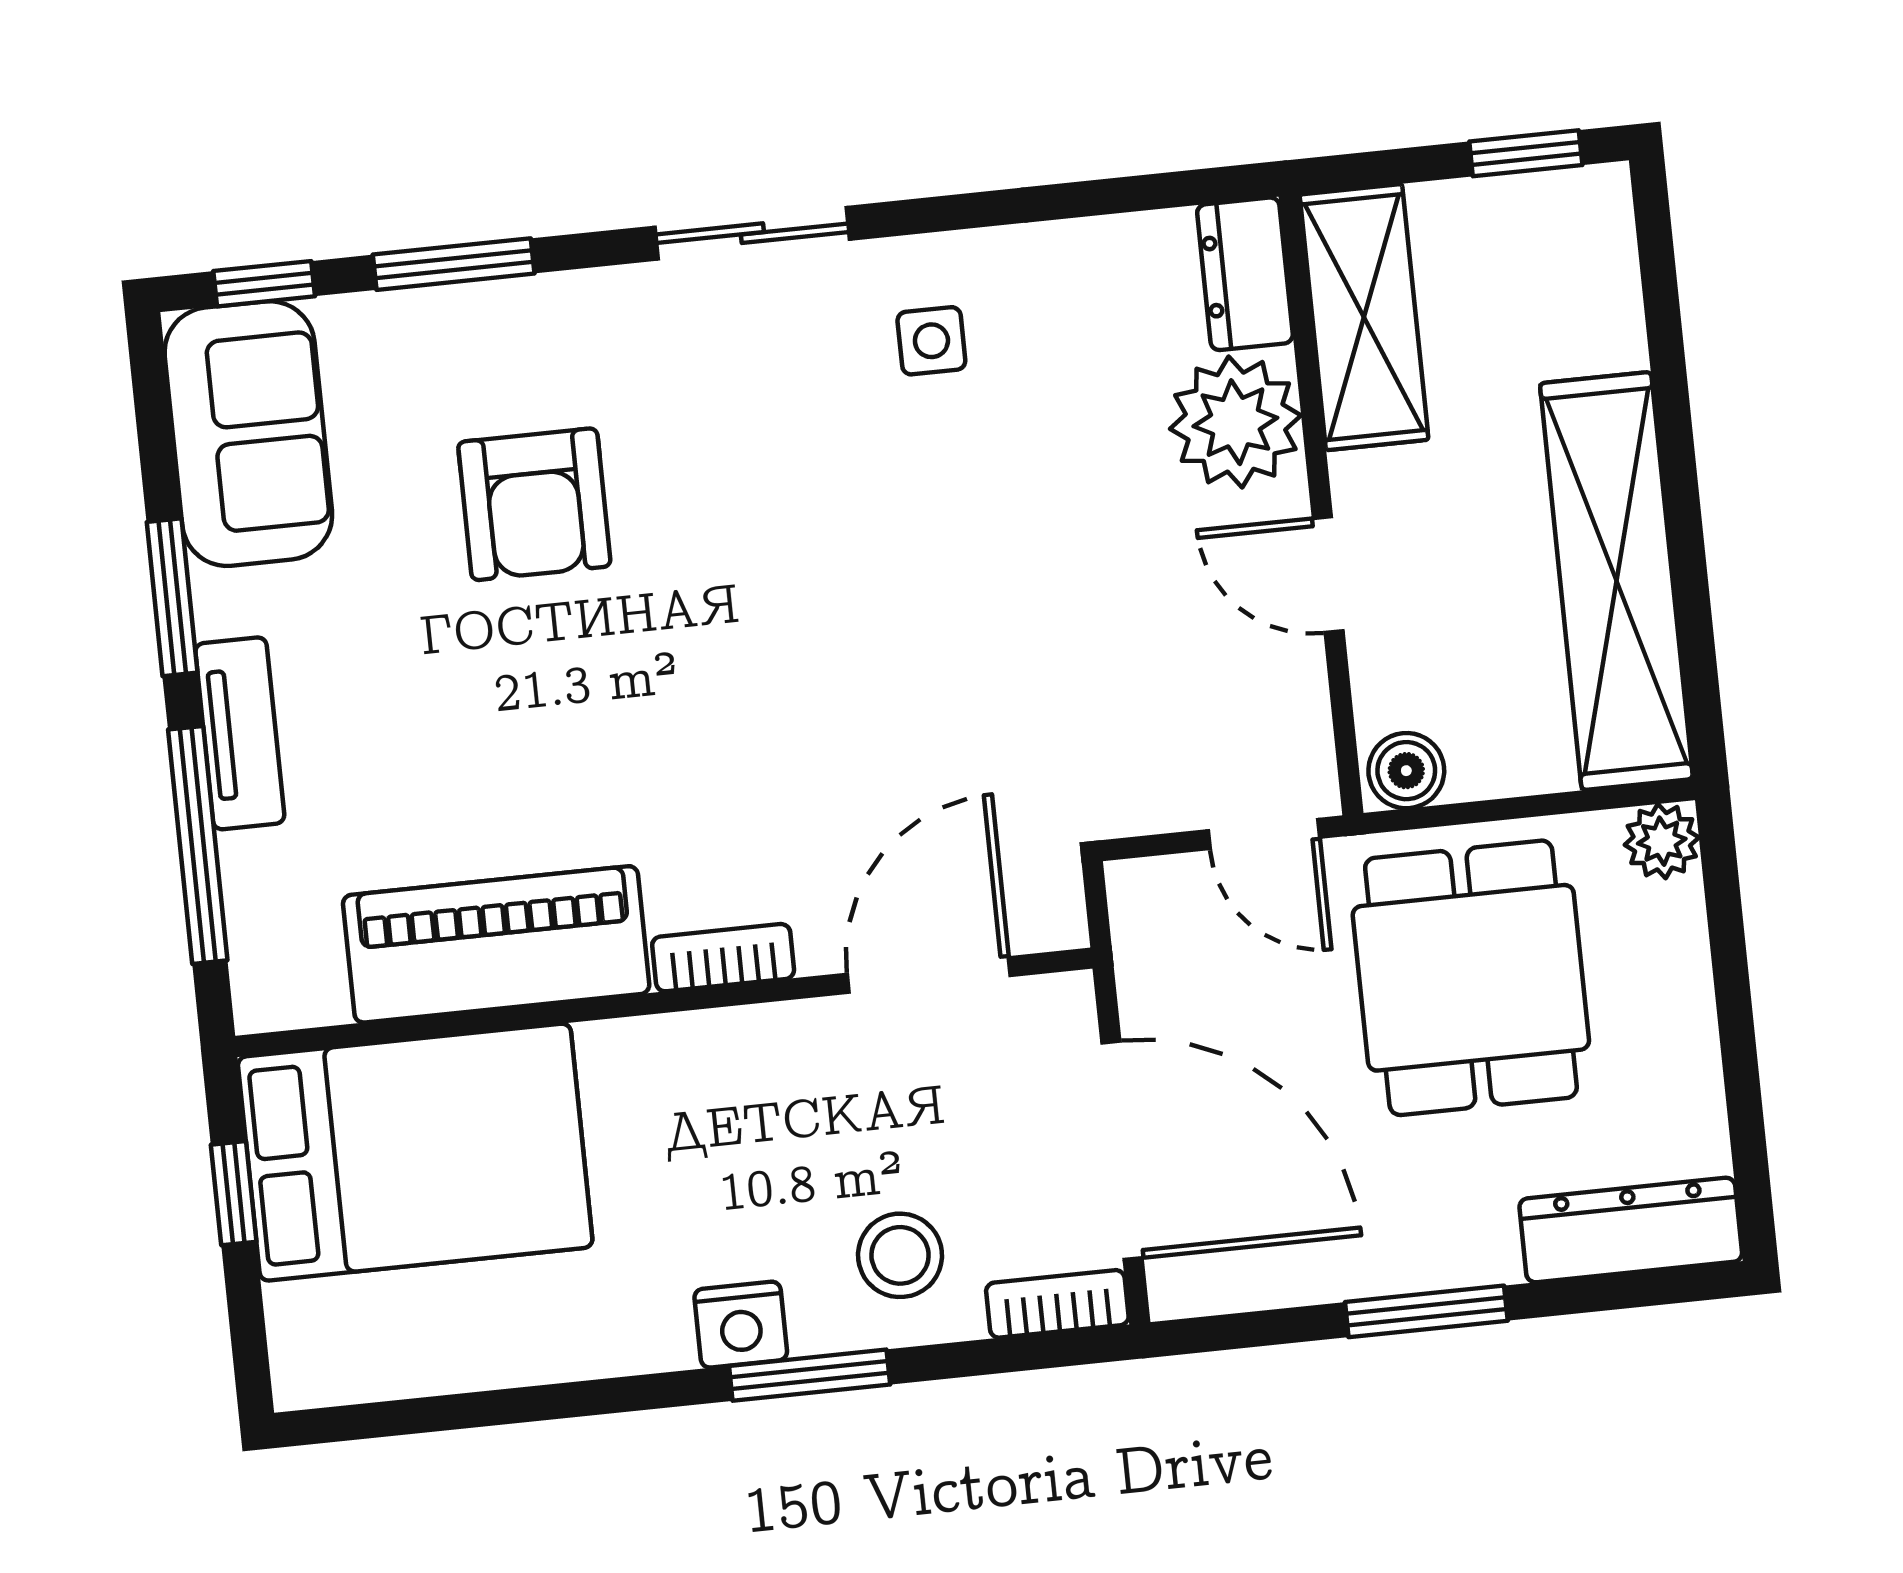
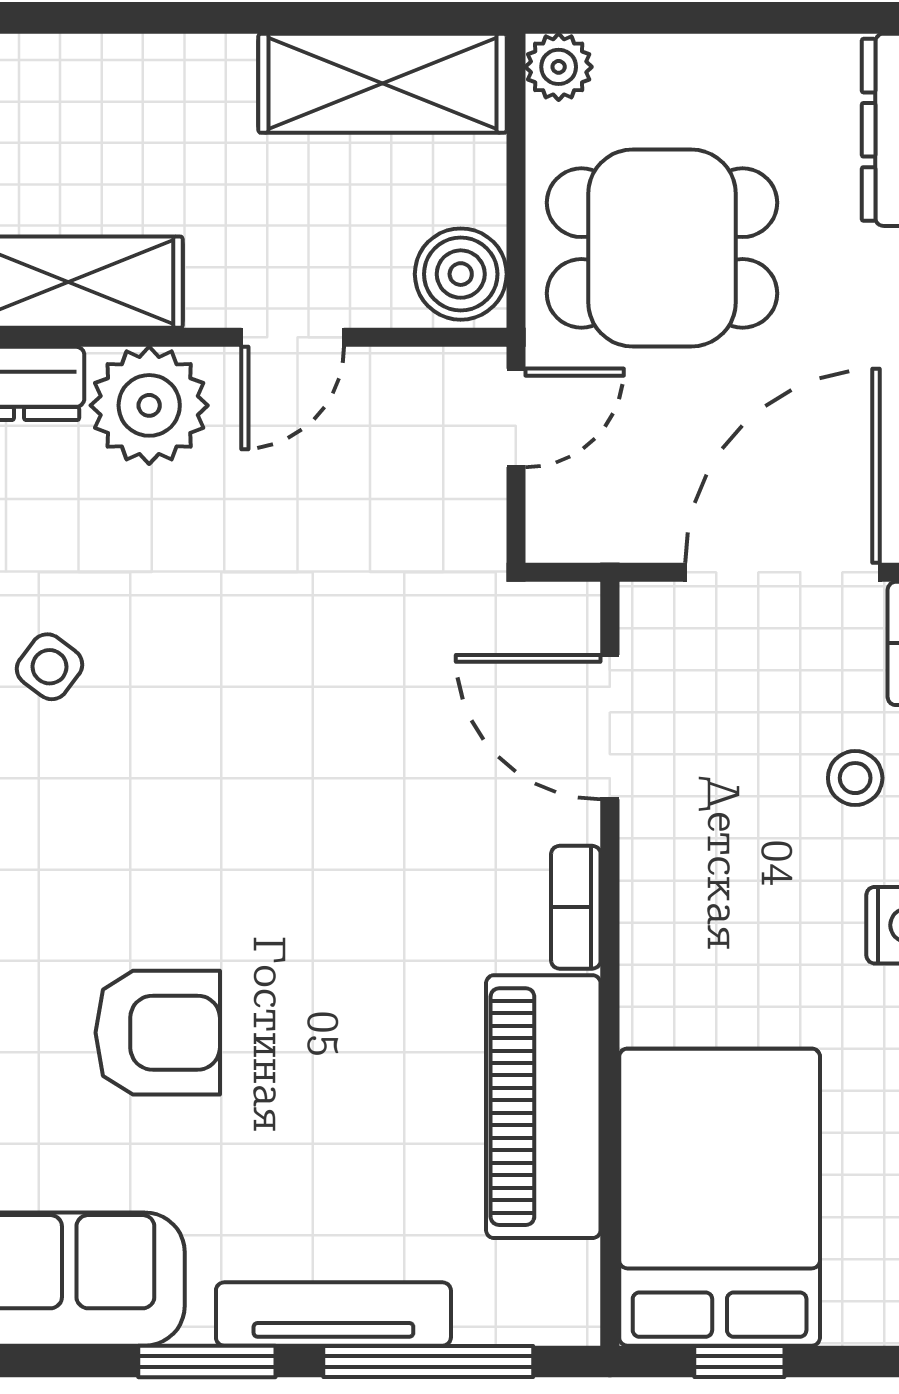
side table: (931, 341) -> (50, 667), turned 37
shelving: (1616, 581) -> (382, 83), width x0.68
tv unit: (240, 733) -> (333, 1314), width x1.41
boiler: (1406, 771) -> (461, 274), width x1.36, depth x1.36
stool: (900, 1255) -> (855, 778), width x0.73, depth x0.73

